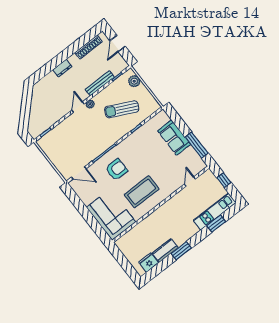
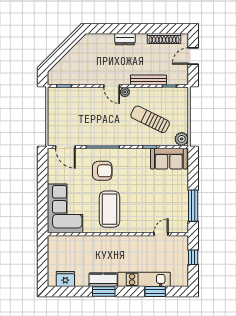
plant: (134, 81) -> (182, 139), moved
door: (78, 107) -> (112, 86), swing flipped
sofa: (174, 138) -> (169, 159), moved, turned -90
coffee table: (142, 192) -> (109, 209), turned 90
kitchen unit: (215, 211) -> (144, 279), moved
kitchen counter: (165, 250) -> (103, 280), moved

